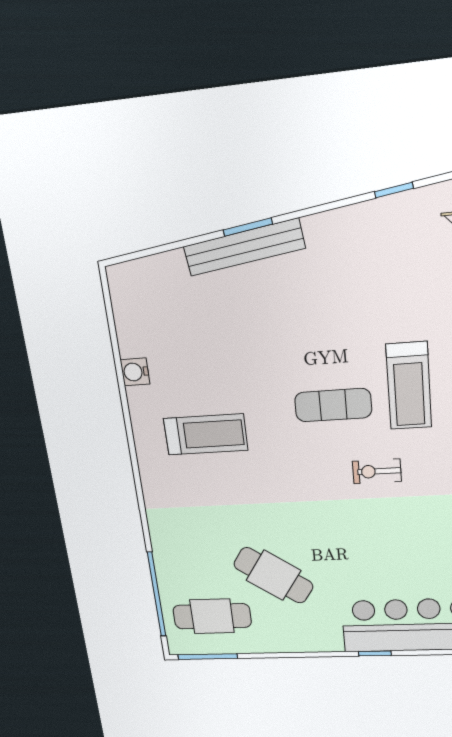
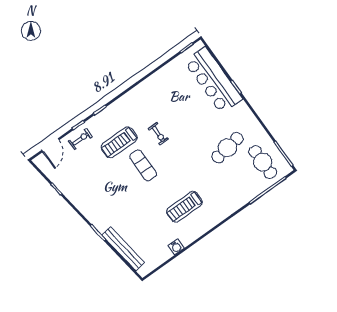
bench: (244, 247) -> (123, 249), moved
treadmill: (409, 386) -> (119, 142), turned 180
treadmill: (206, 434) -> (184, 207), turned -90
cafe table: (273, 575) -> (227, 148), turned 47

